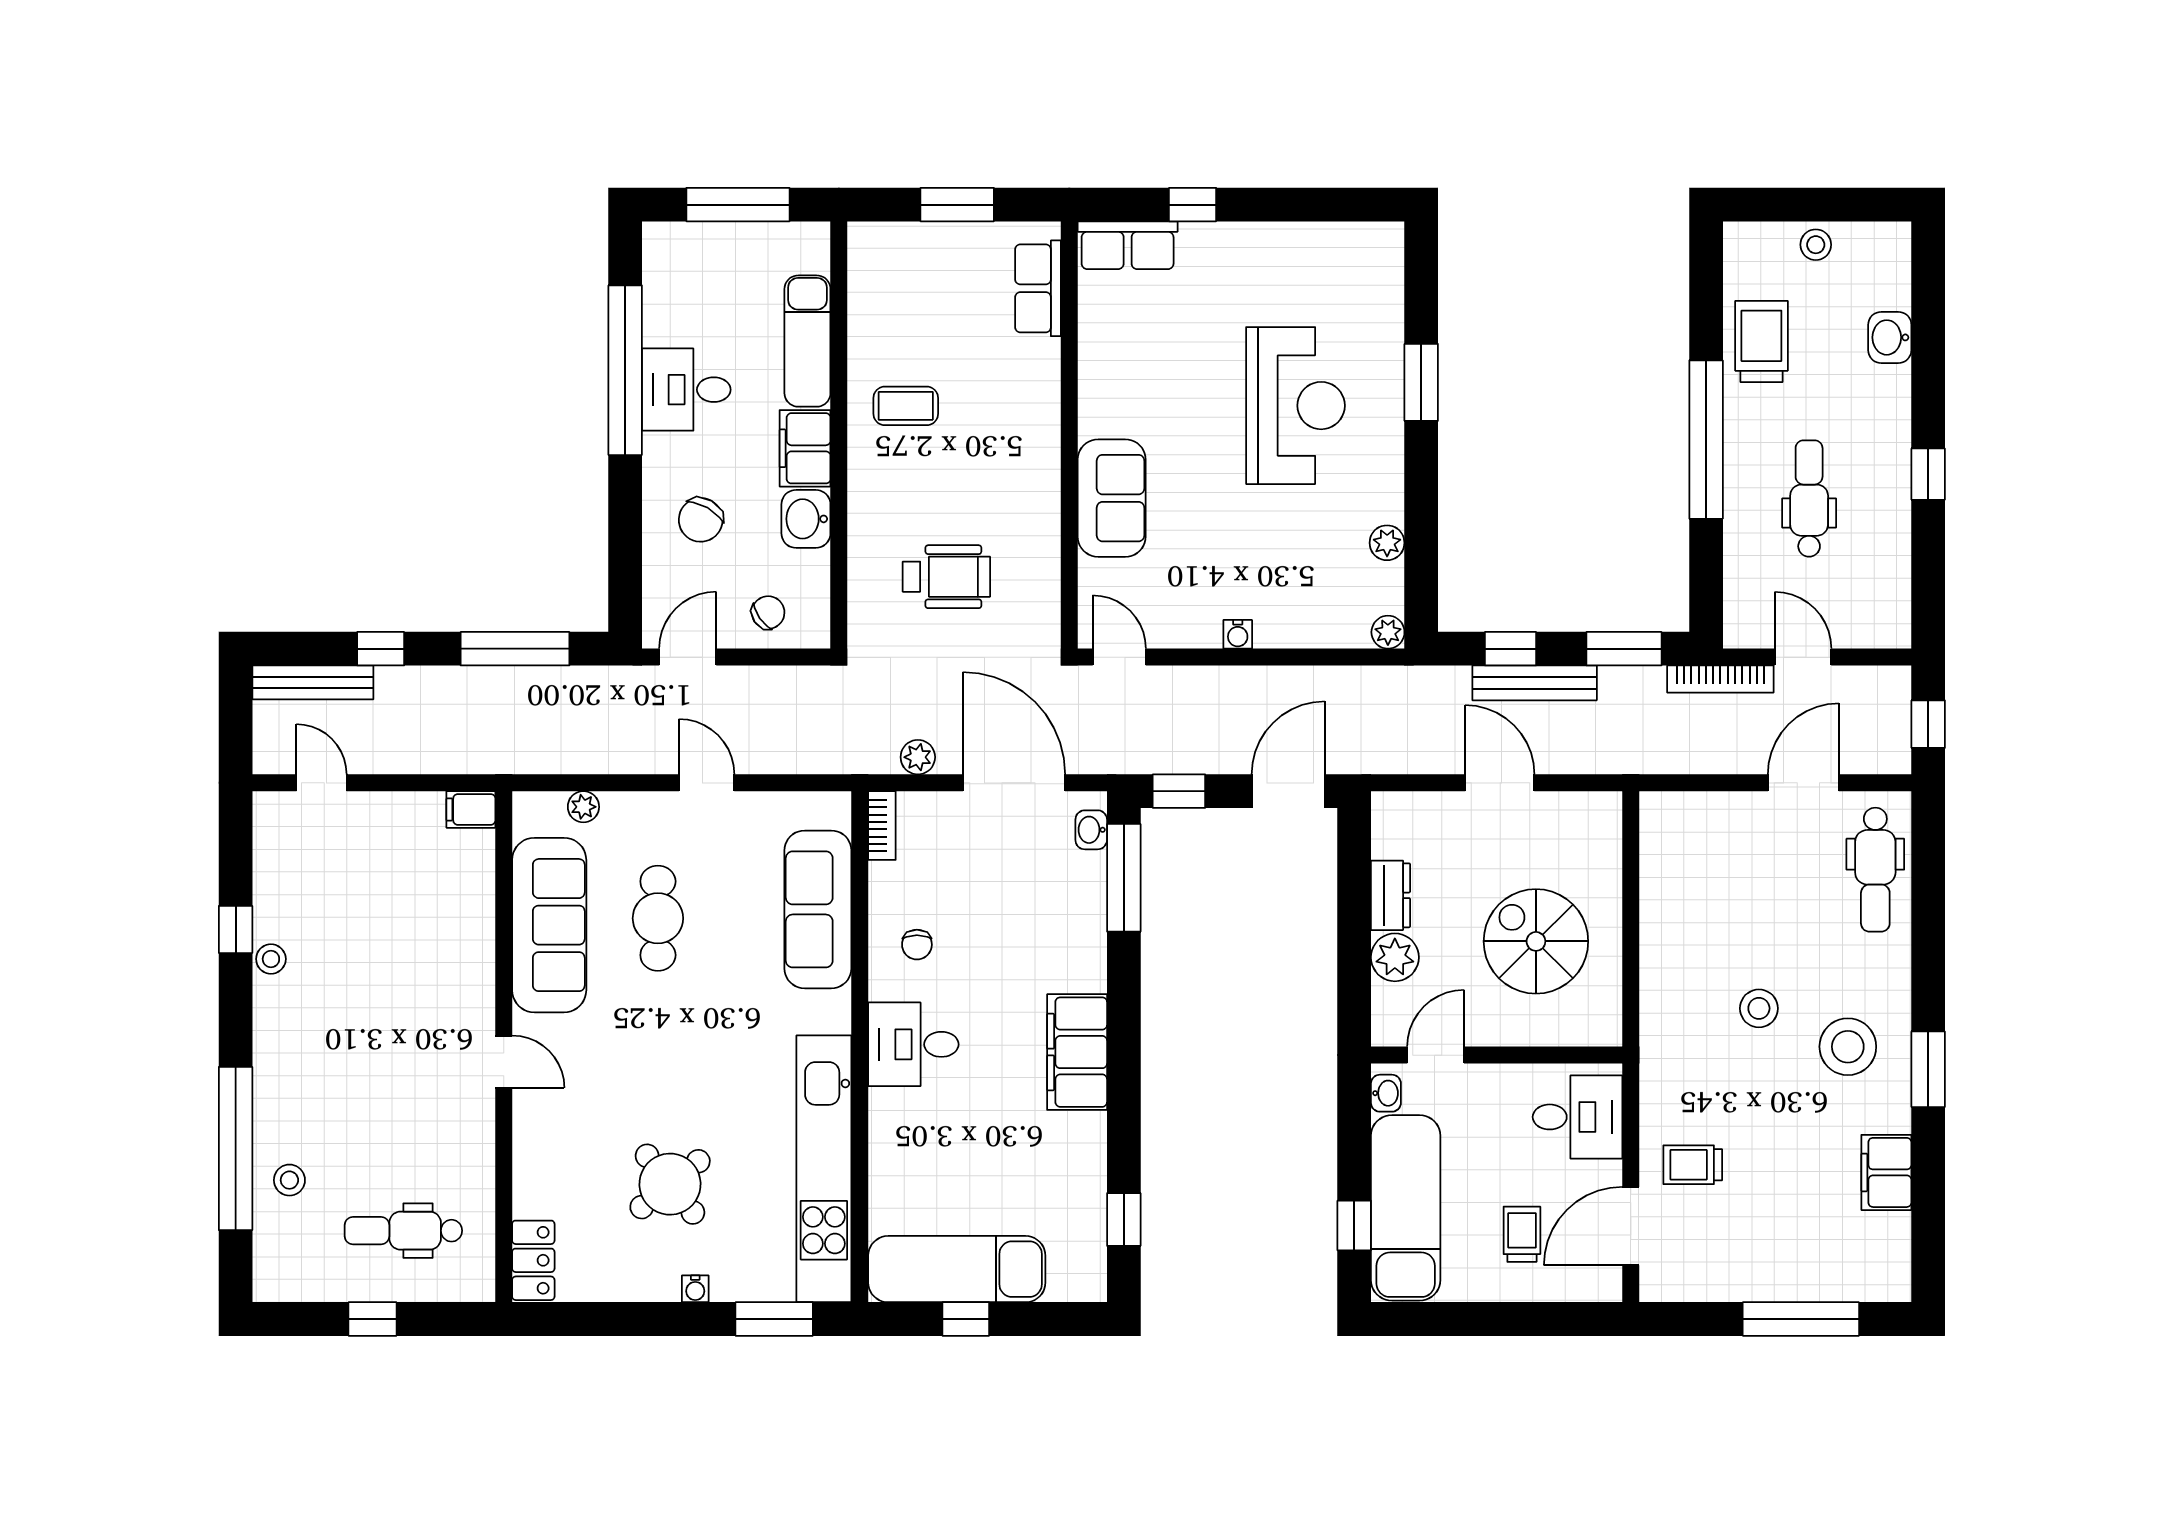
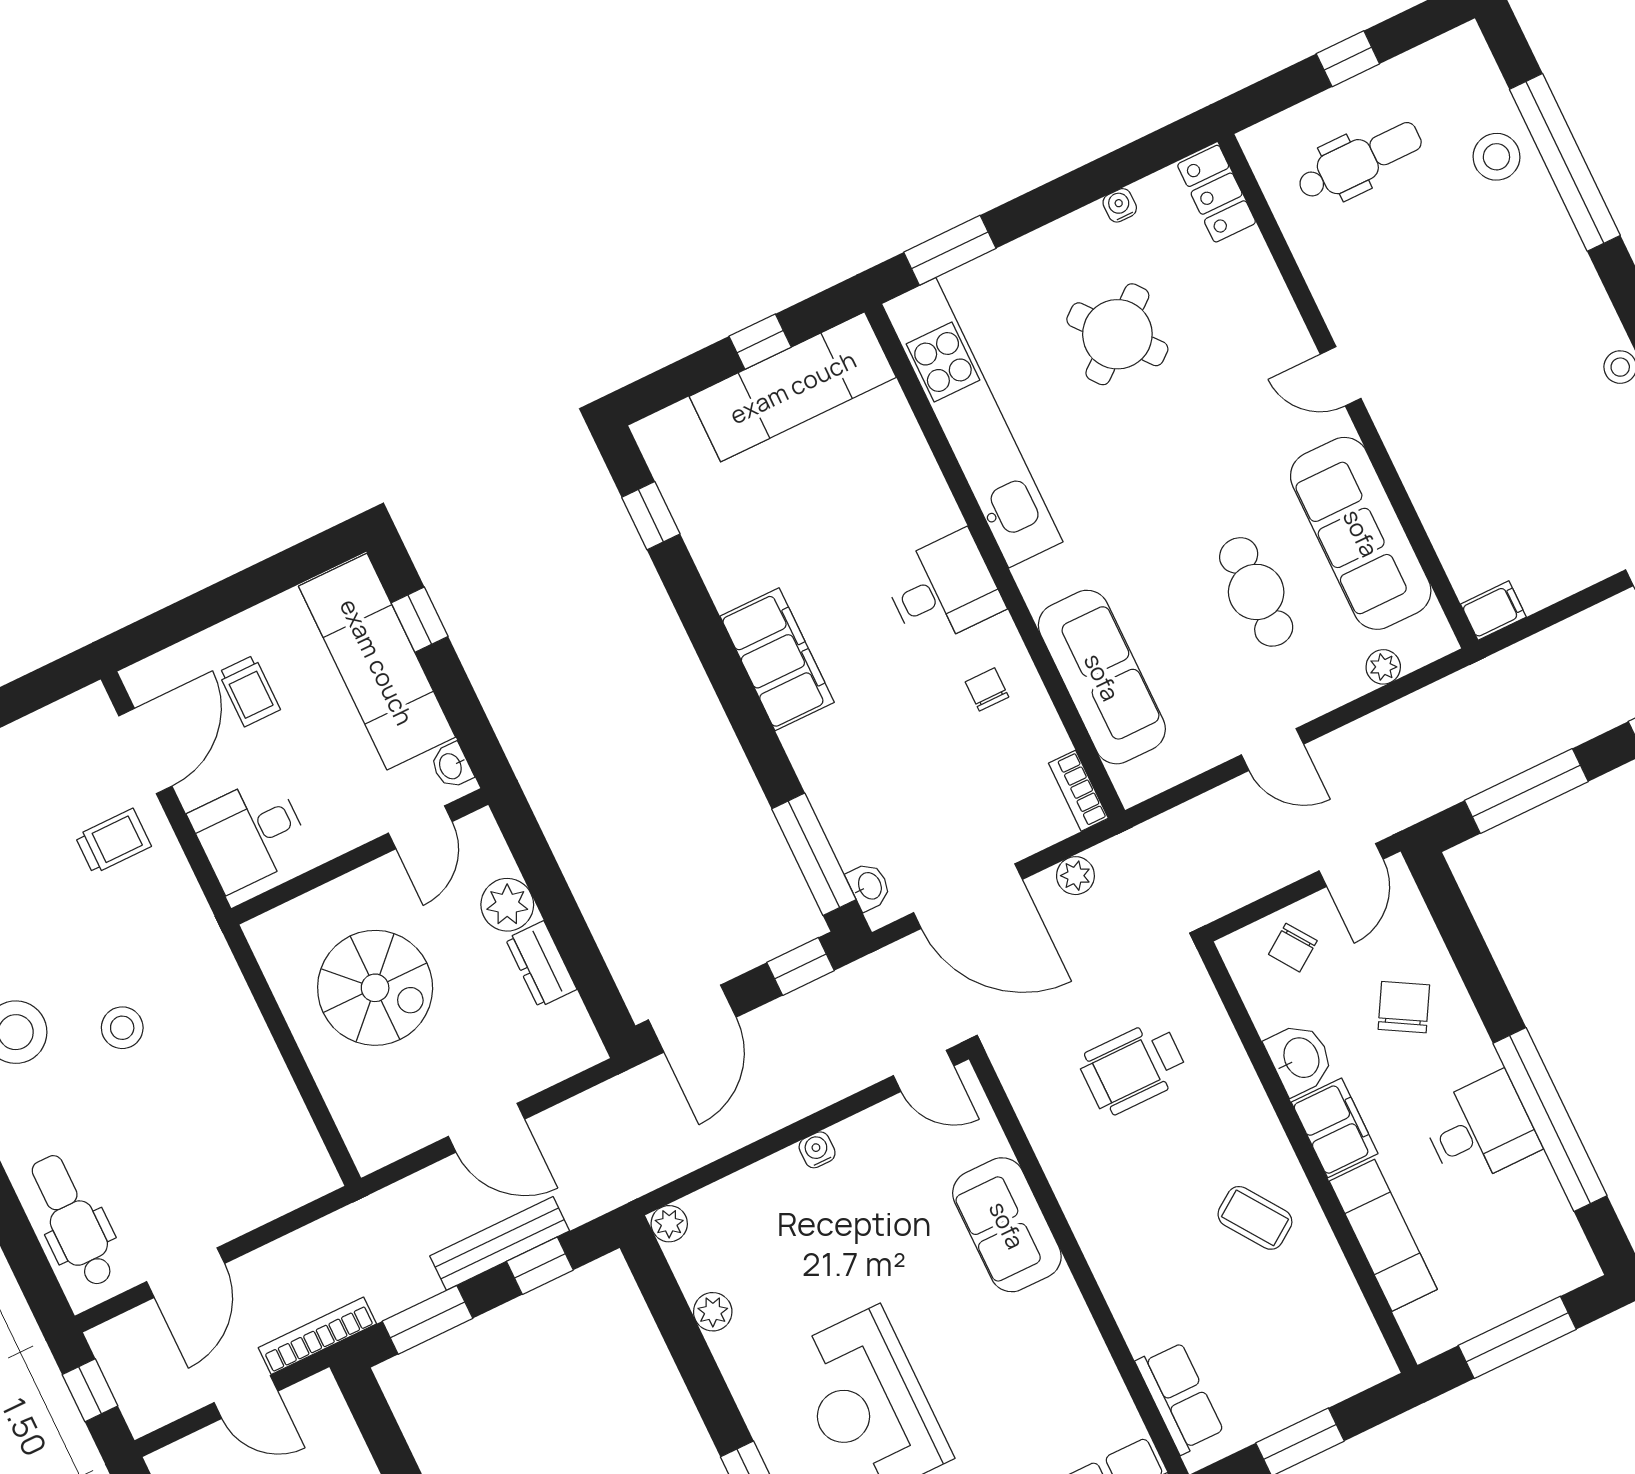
coffee table: (906, 406) -> (1255, 1218), turned 55
stool: (289, 1180) -> (1496, 157), width x1.37, depth x1.37
water cooler: (695, 1289) -> (1120, 205), moved

